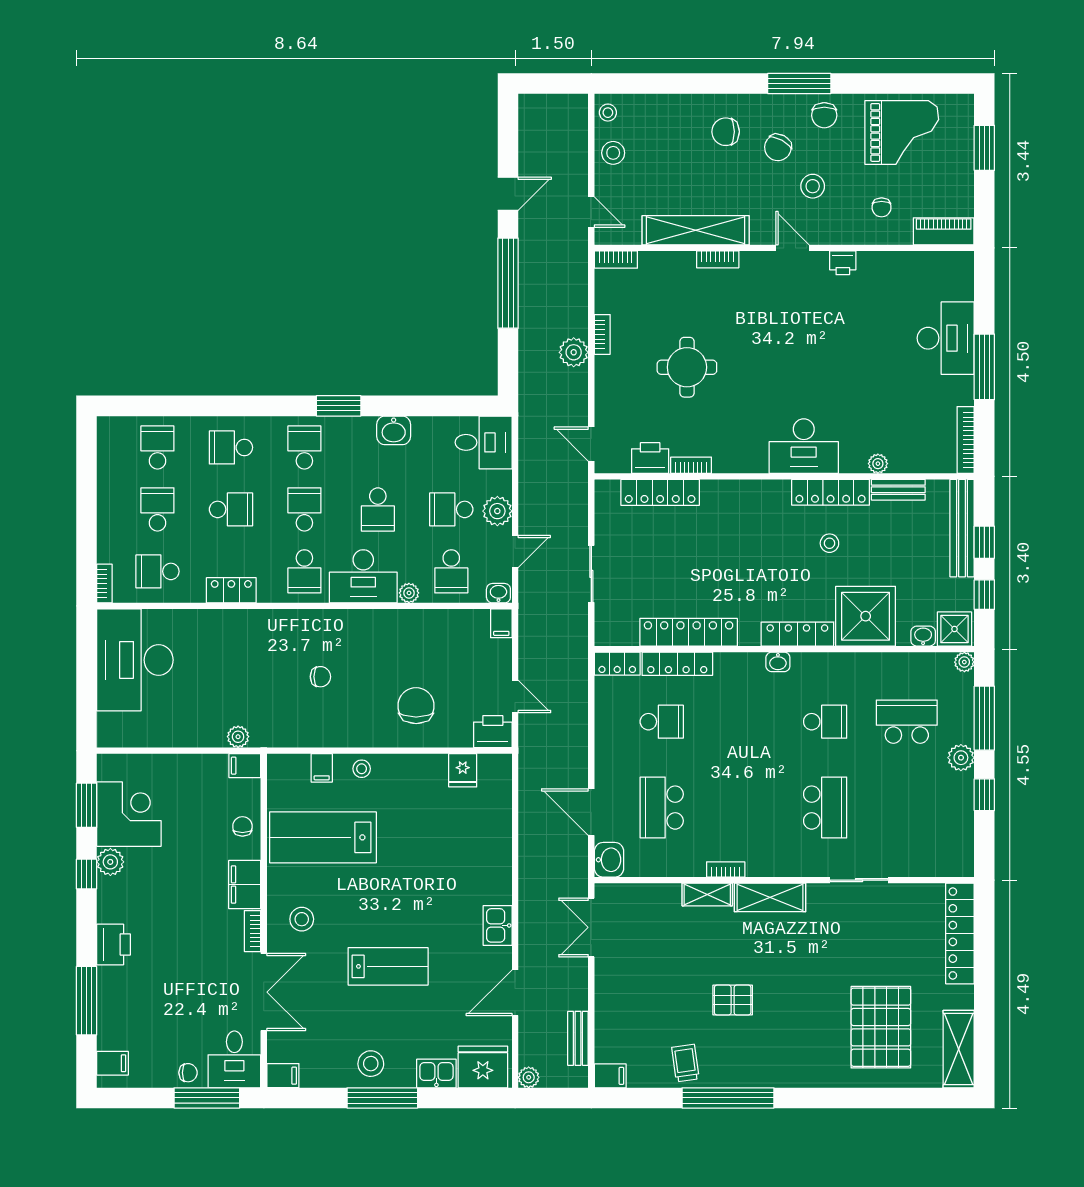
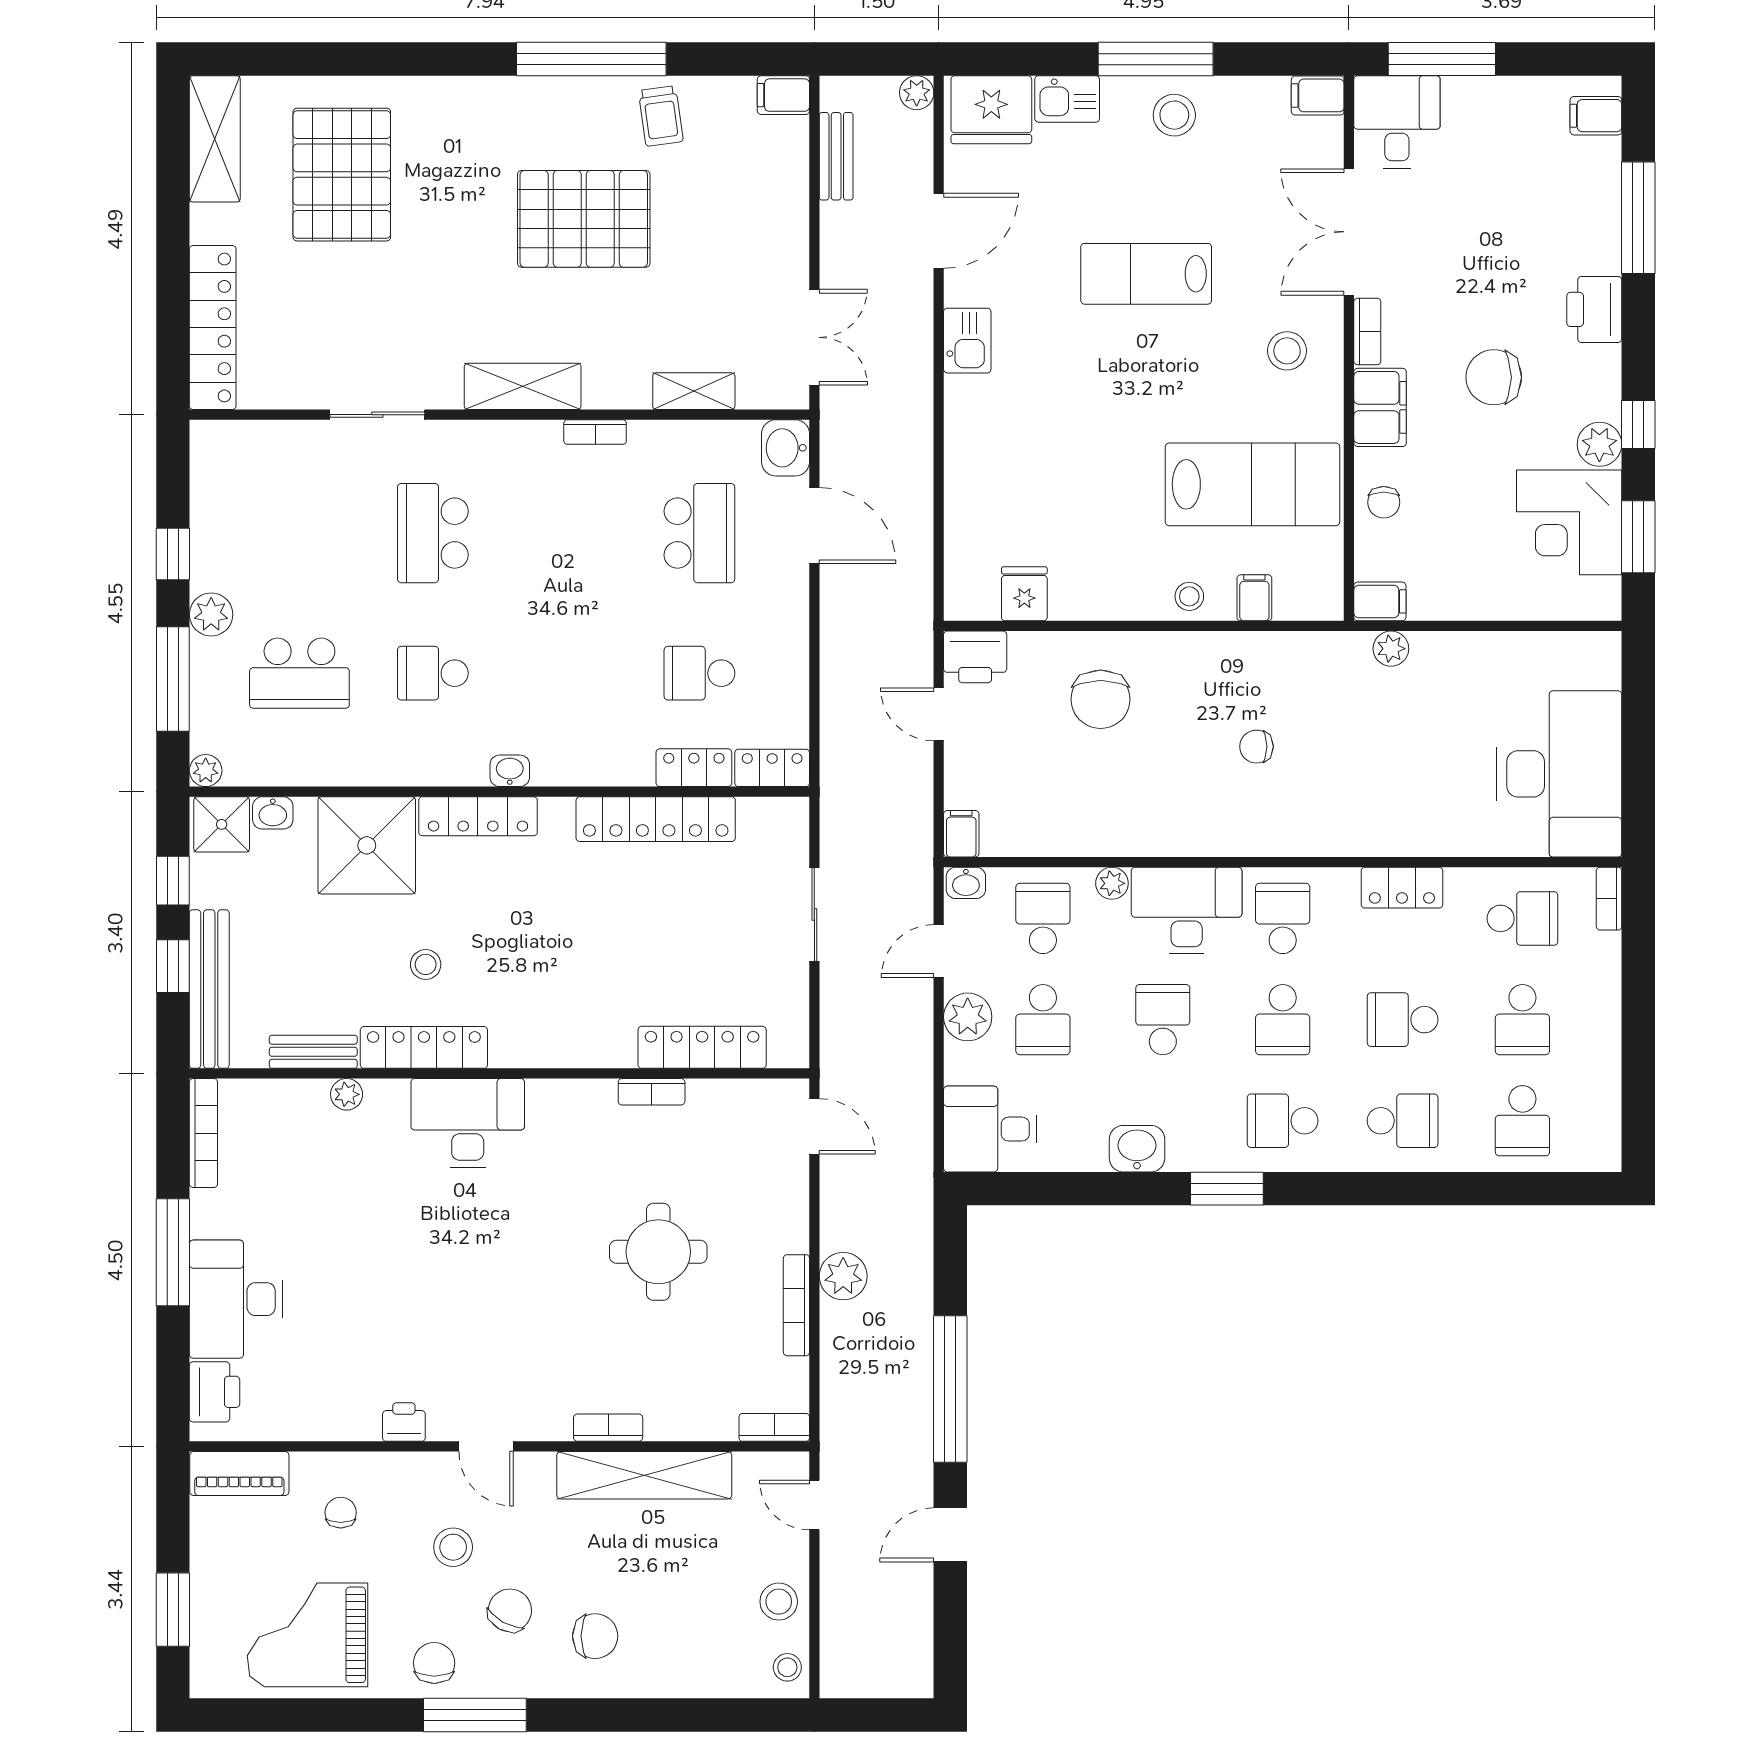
bookcase: (602, 334) -> (796, 1305), width x1.56
school desk: (304, 447) -> (1283, 1121), turned 90
printer: (650, 458) -> (215, 1392), moved, turned -90
school desk: (451, 509) -> (1043, 1020), turned 90
locker: (677, 664) -> (694, 768), width x0.66
shelving: (707, 894) -> (694, 391), moved
pallet: (733, 1000) -> (584, 219), width x2.05, depth x2.00
chair: (188, 1073) -> (1494, 377), moved, width x1.87, depth x1.87

